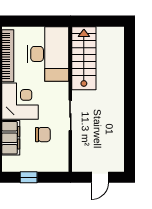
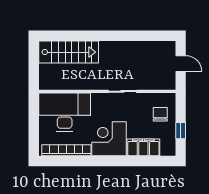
stairs: (84, 58) -> (69, 52), moved, turned 180
chair: (43, 135) -> (160, 114), moved

